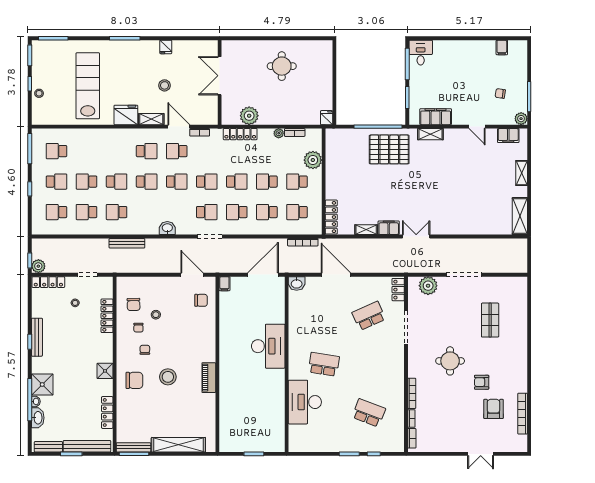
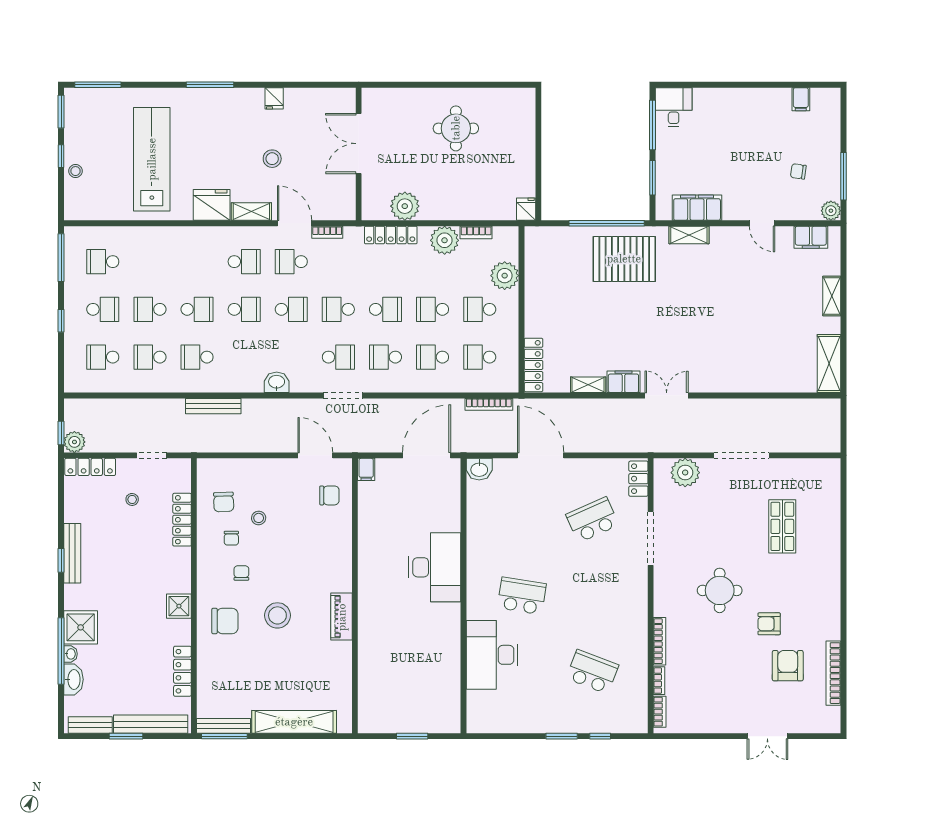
plant: (279, 133) -> (445, 240), width x1.88, depth x1.88
school desk: (207, 182) -> (338, 309), turned 180

